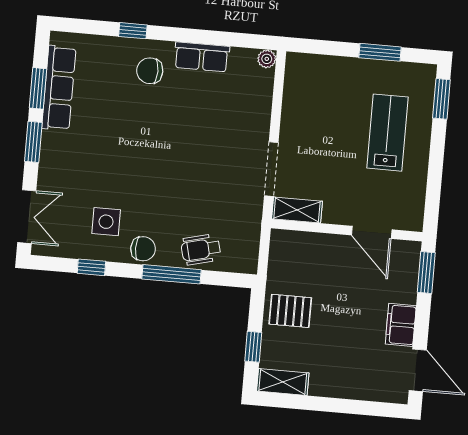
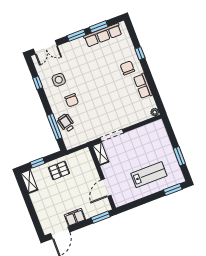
chair: (143, 249) -> (72, 100), moved
window: (171, 274) -> (55, 127), moved
pallet: (290, 311) -> (59, 170), turned 90

